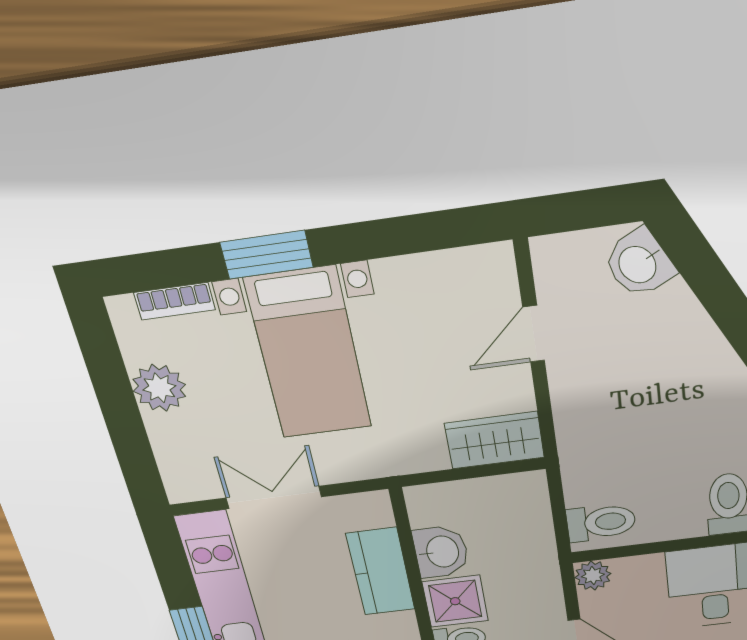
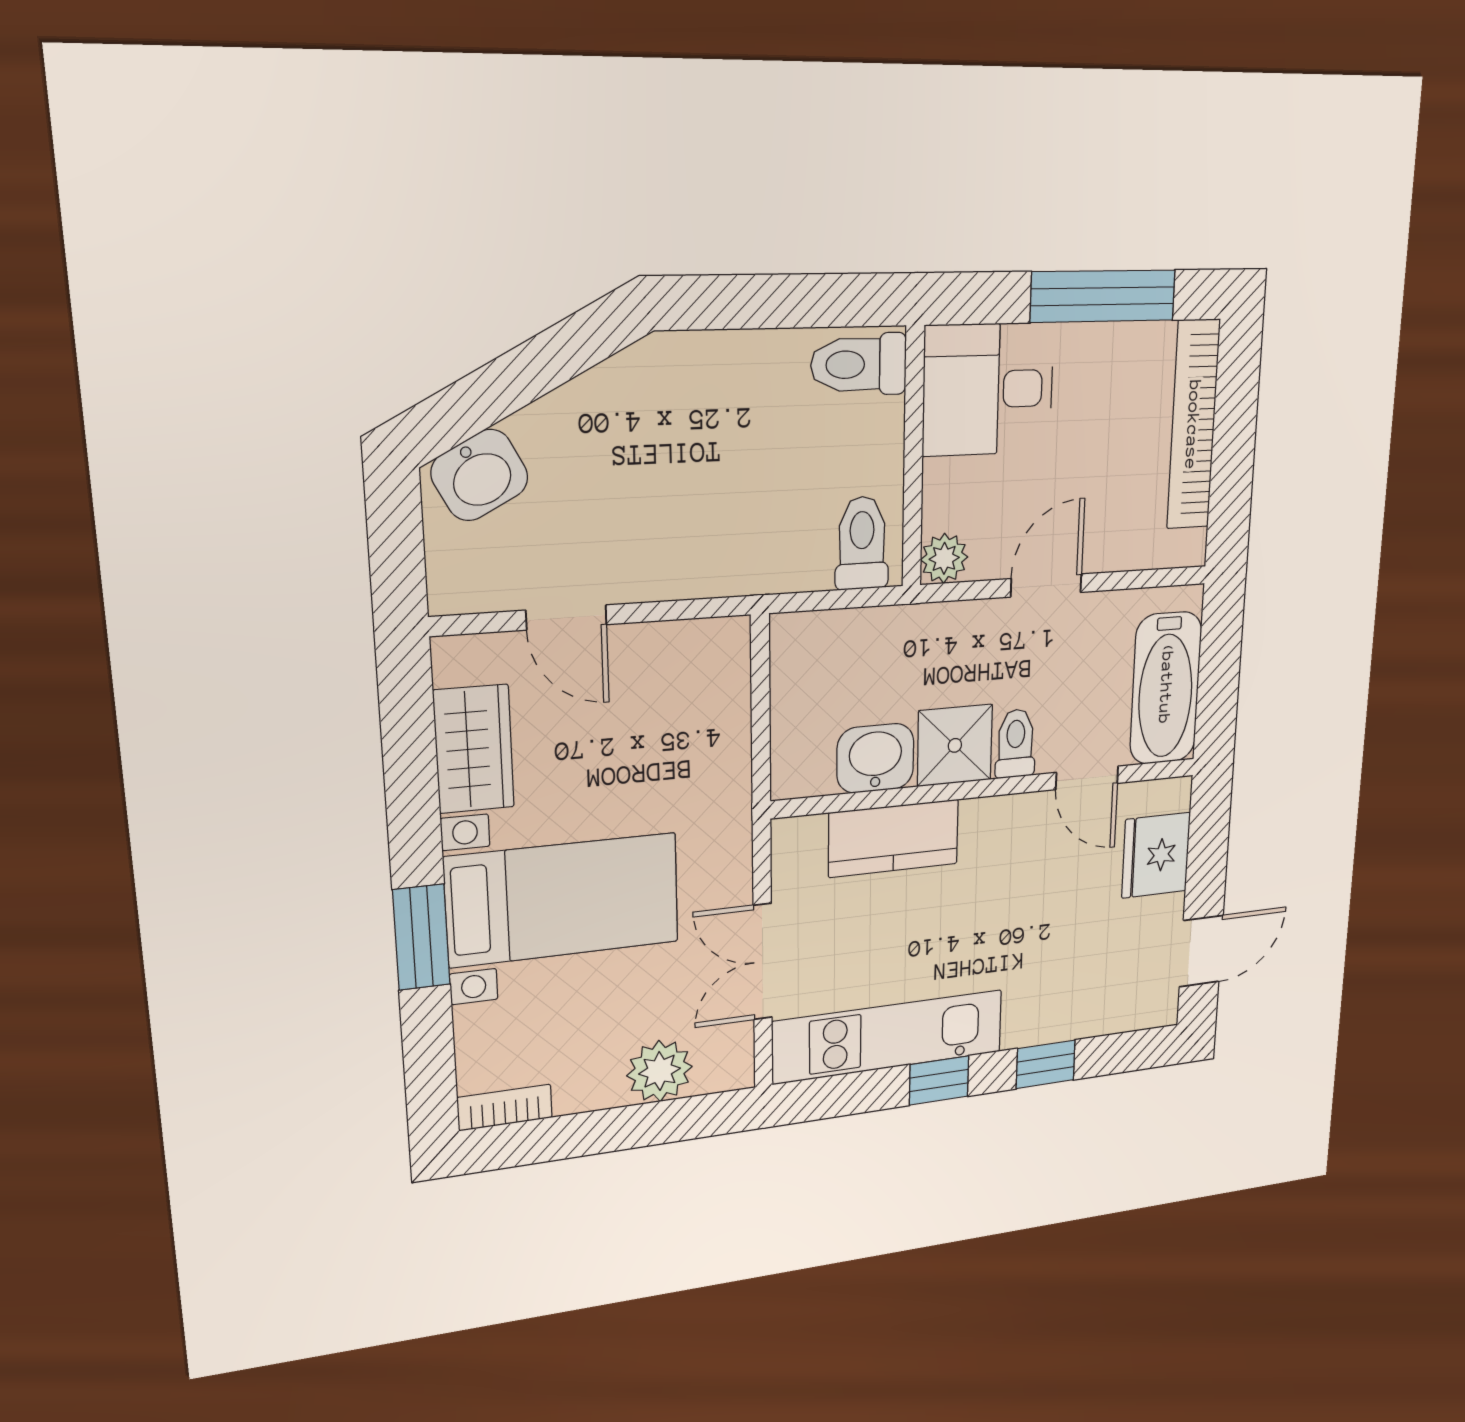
bookcase: (175, 301) -> (505, 1108), moved, turned -90
plant: (159, 388) -> (660, 1071), moved
wardrobe: (495, 440) -> (474, 749), moved, turned 180

